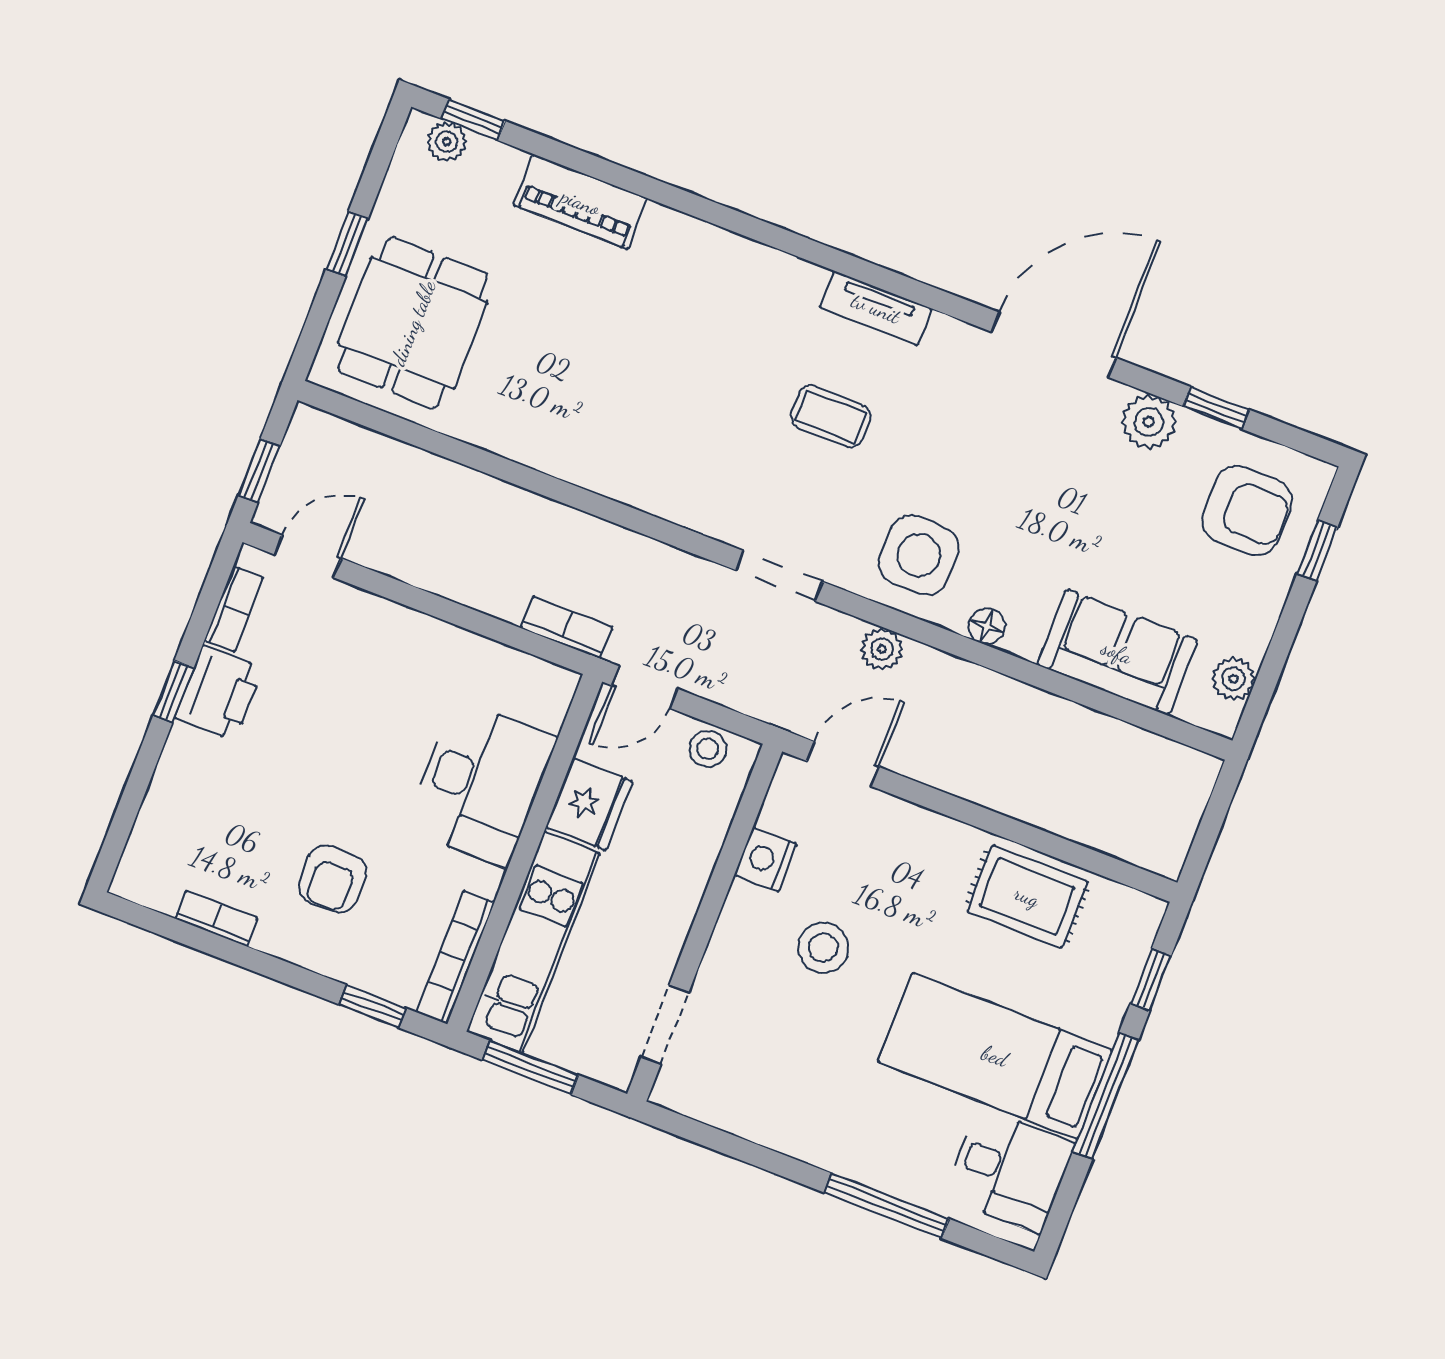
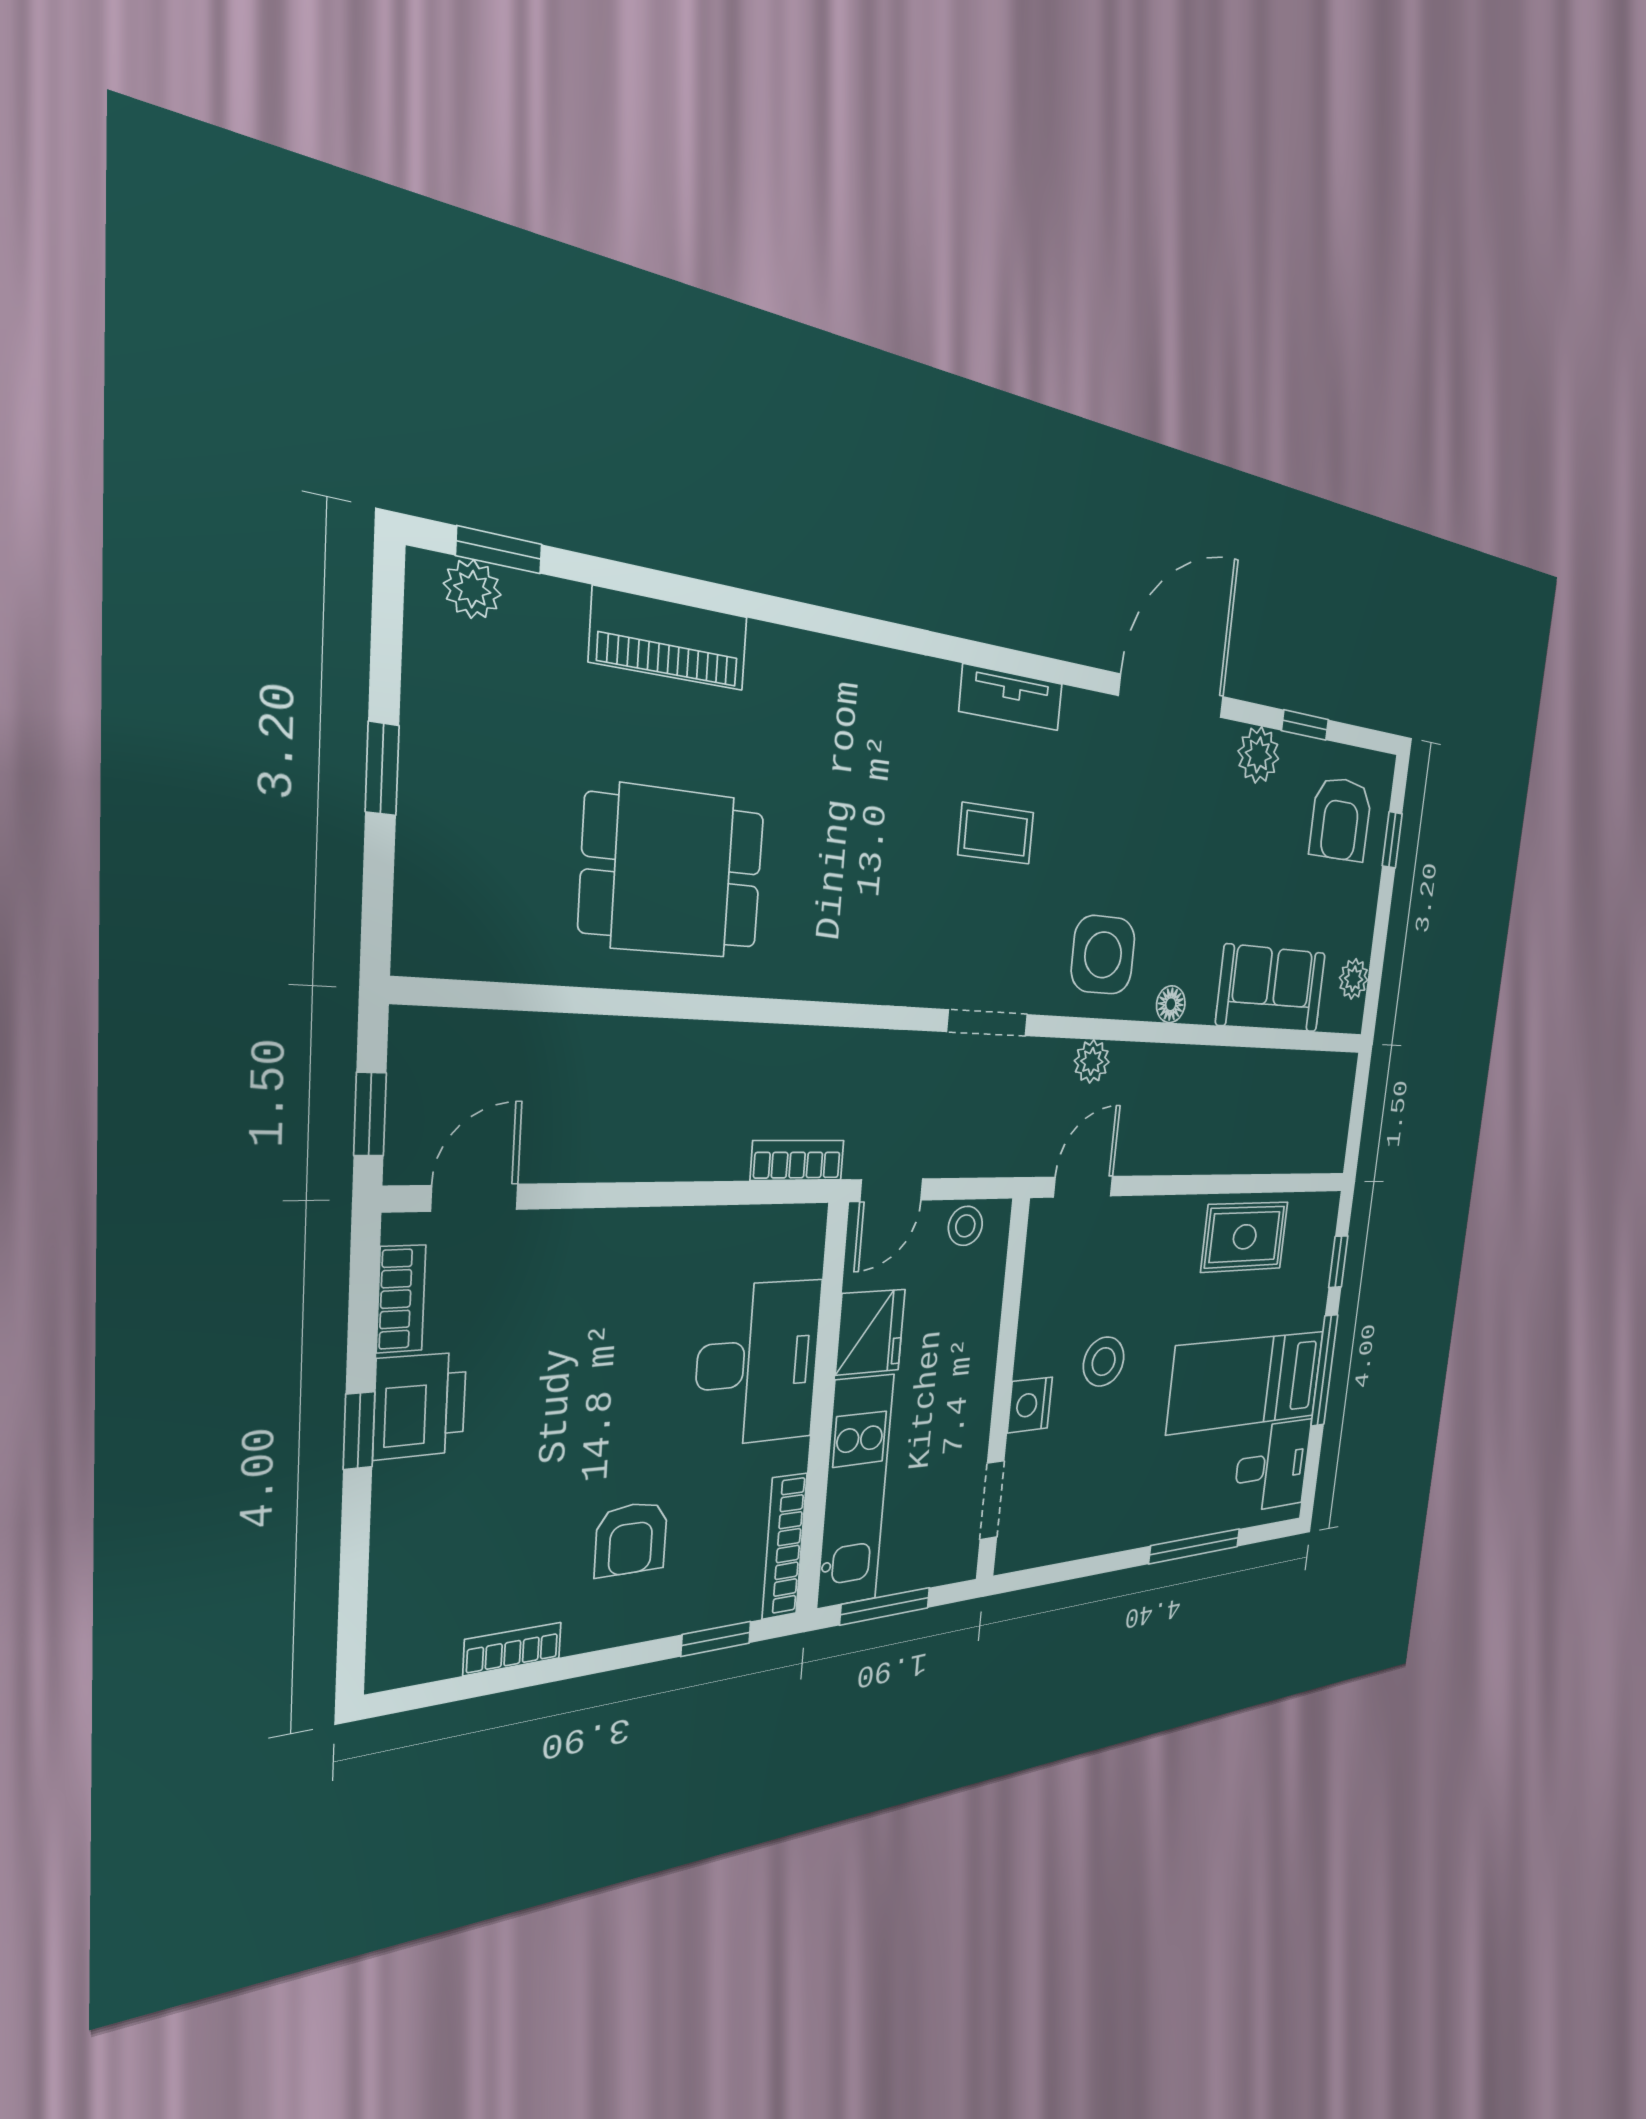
dining table: (413, 323) -> (673, 872), moved, turned 90
armchair: (1247, 511) -> (1341, 819), turned 90
nightstand: (765, 860) -> (1030, 1405), moved

